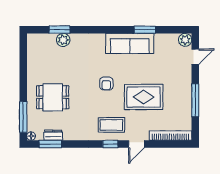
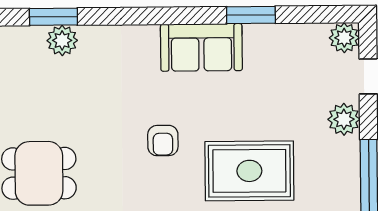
sofa: (130, 43) -> (201, 47), width x0.73
plant: (185, 75) -> (344, 119), added

